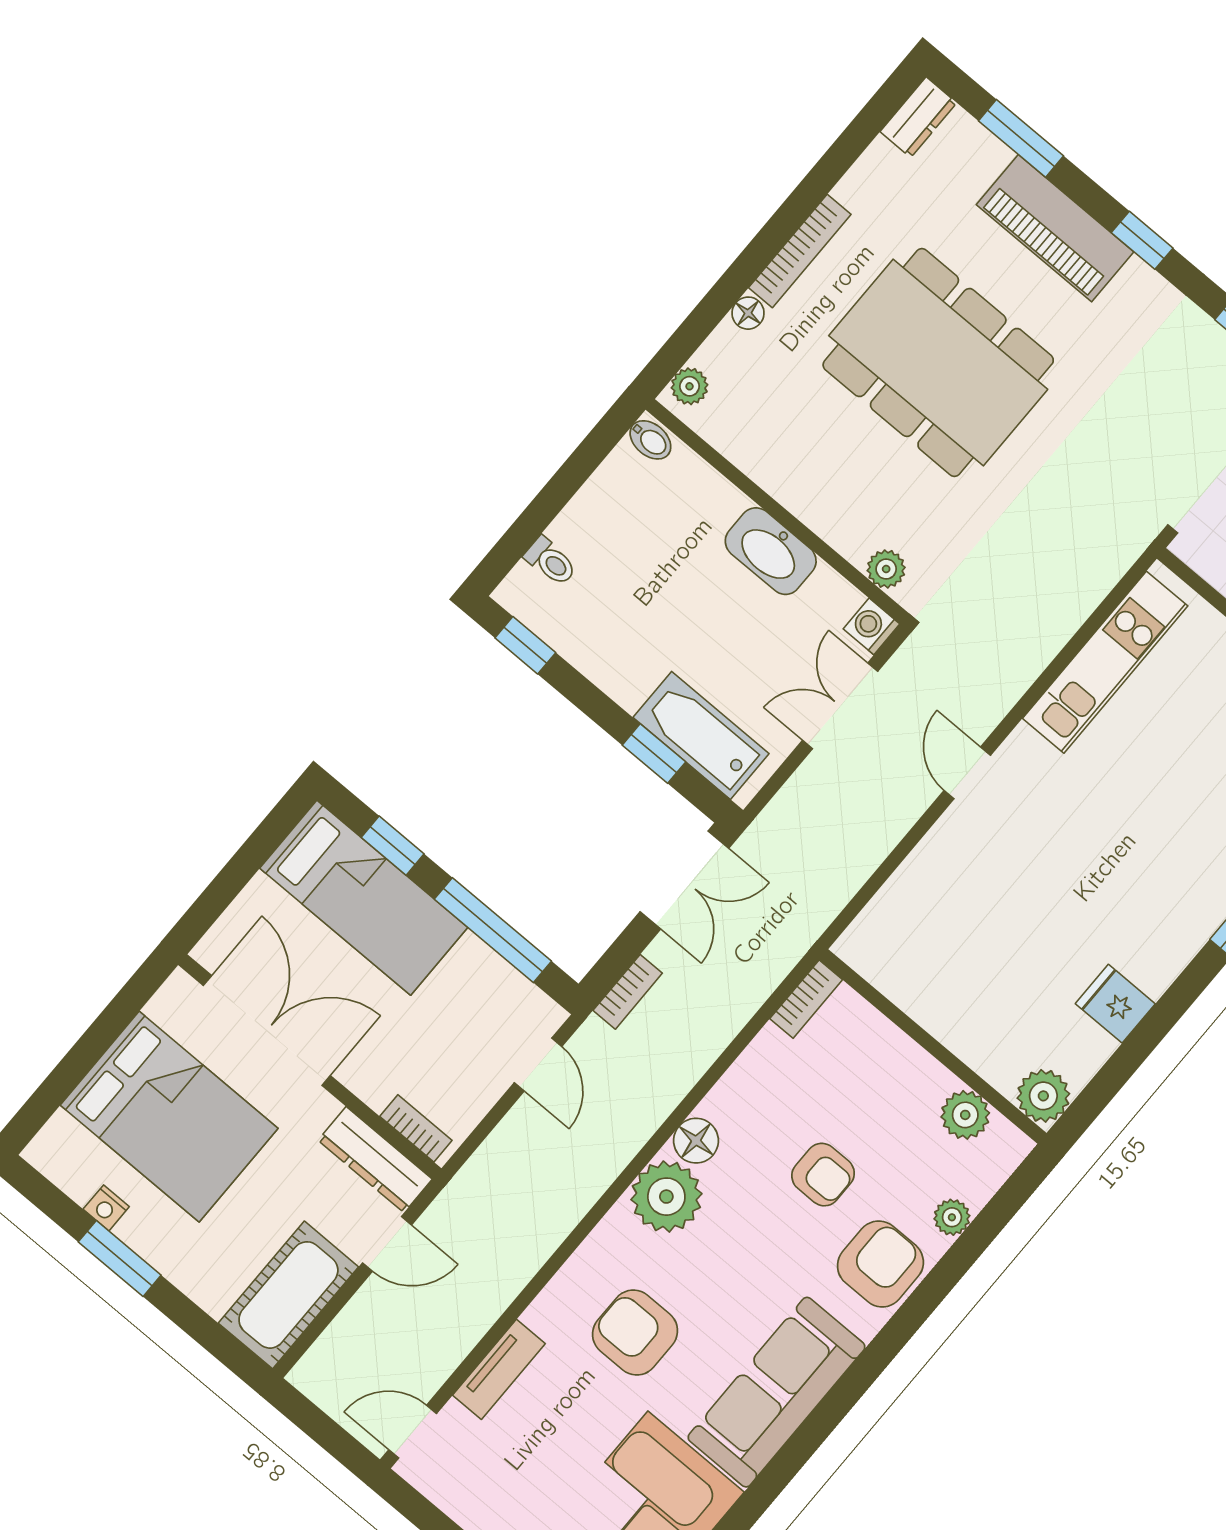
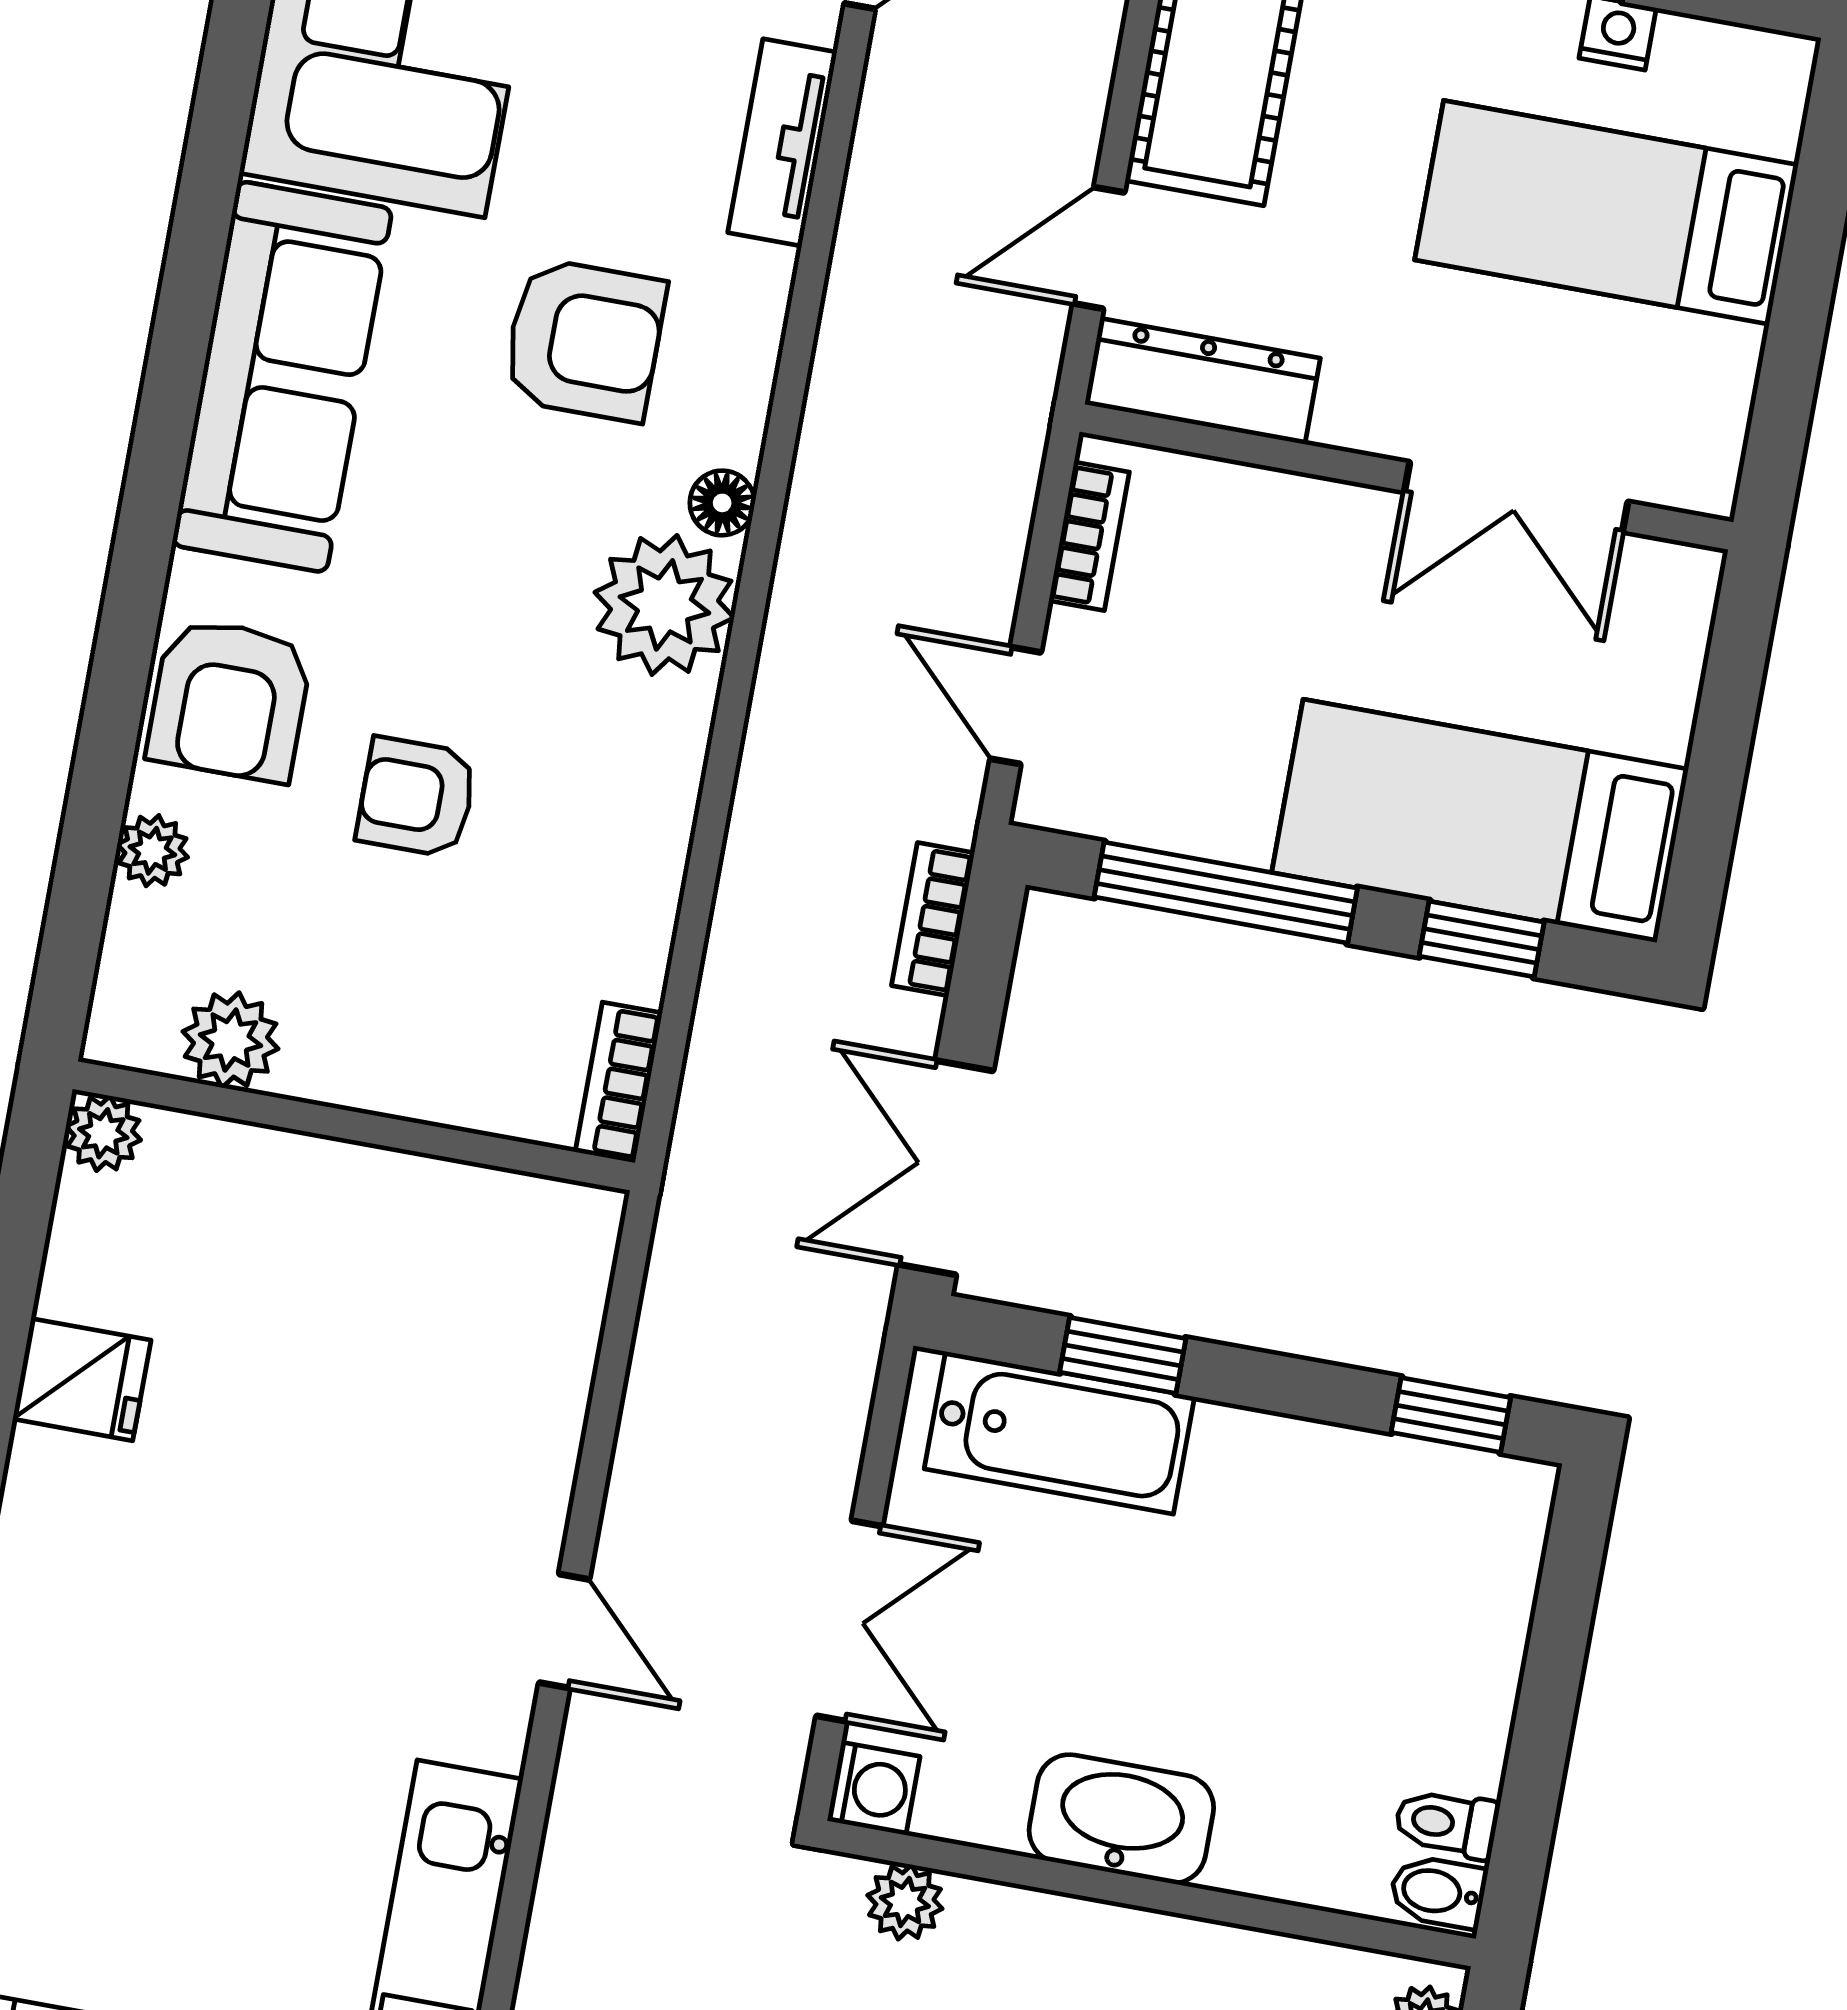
toilet: (551, 561) -> (1447, 1823), moved
double door: (267, 1030) -> (1516, 497), width x0.73
plant: (1043, 1096) -> (103, 1133), width x0.73, depth x0.73
bed: (169, 1117) -> (1606, 212), width x0.67
bookcase: (416, 1128) -> (1089, 536), moved, turned -90
floor lamp: (696, 1141) -> (722, 503), moved, width x0.73, depth x0.73

